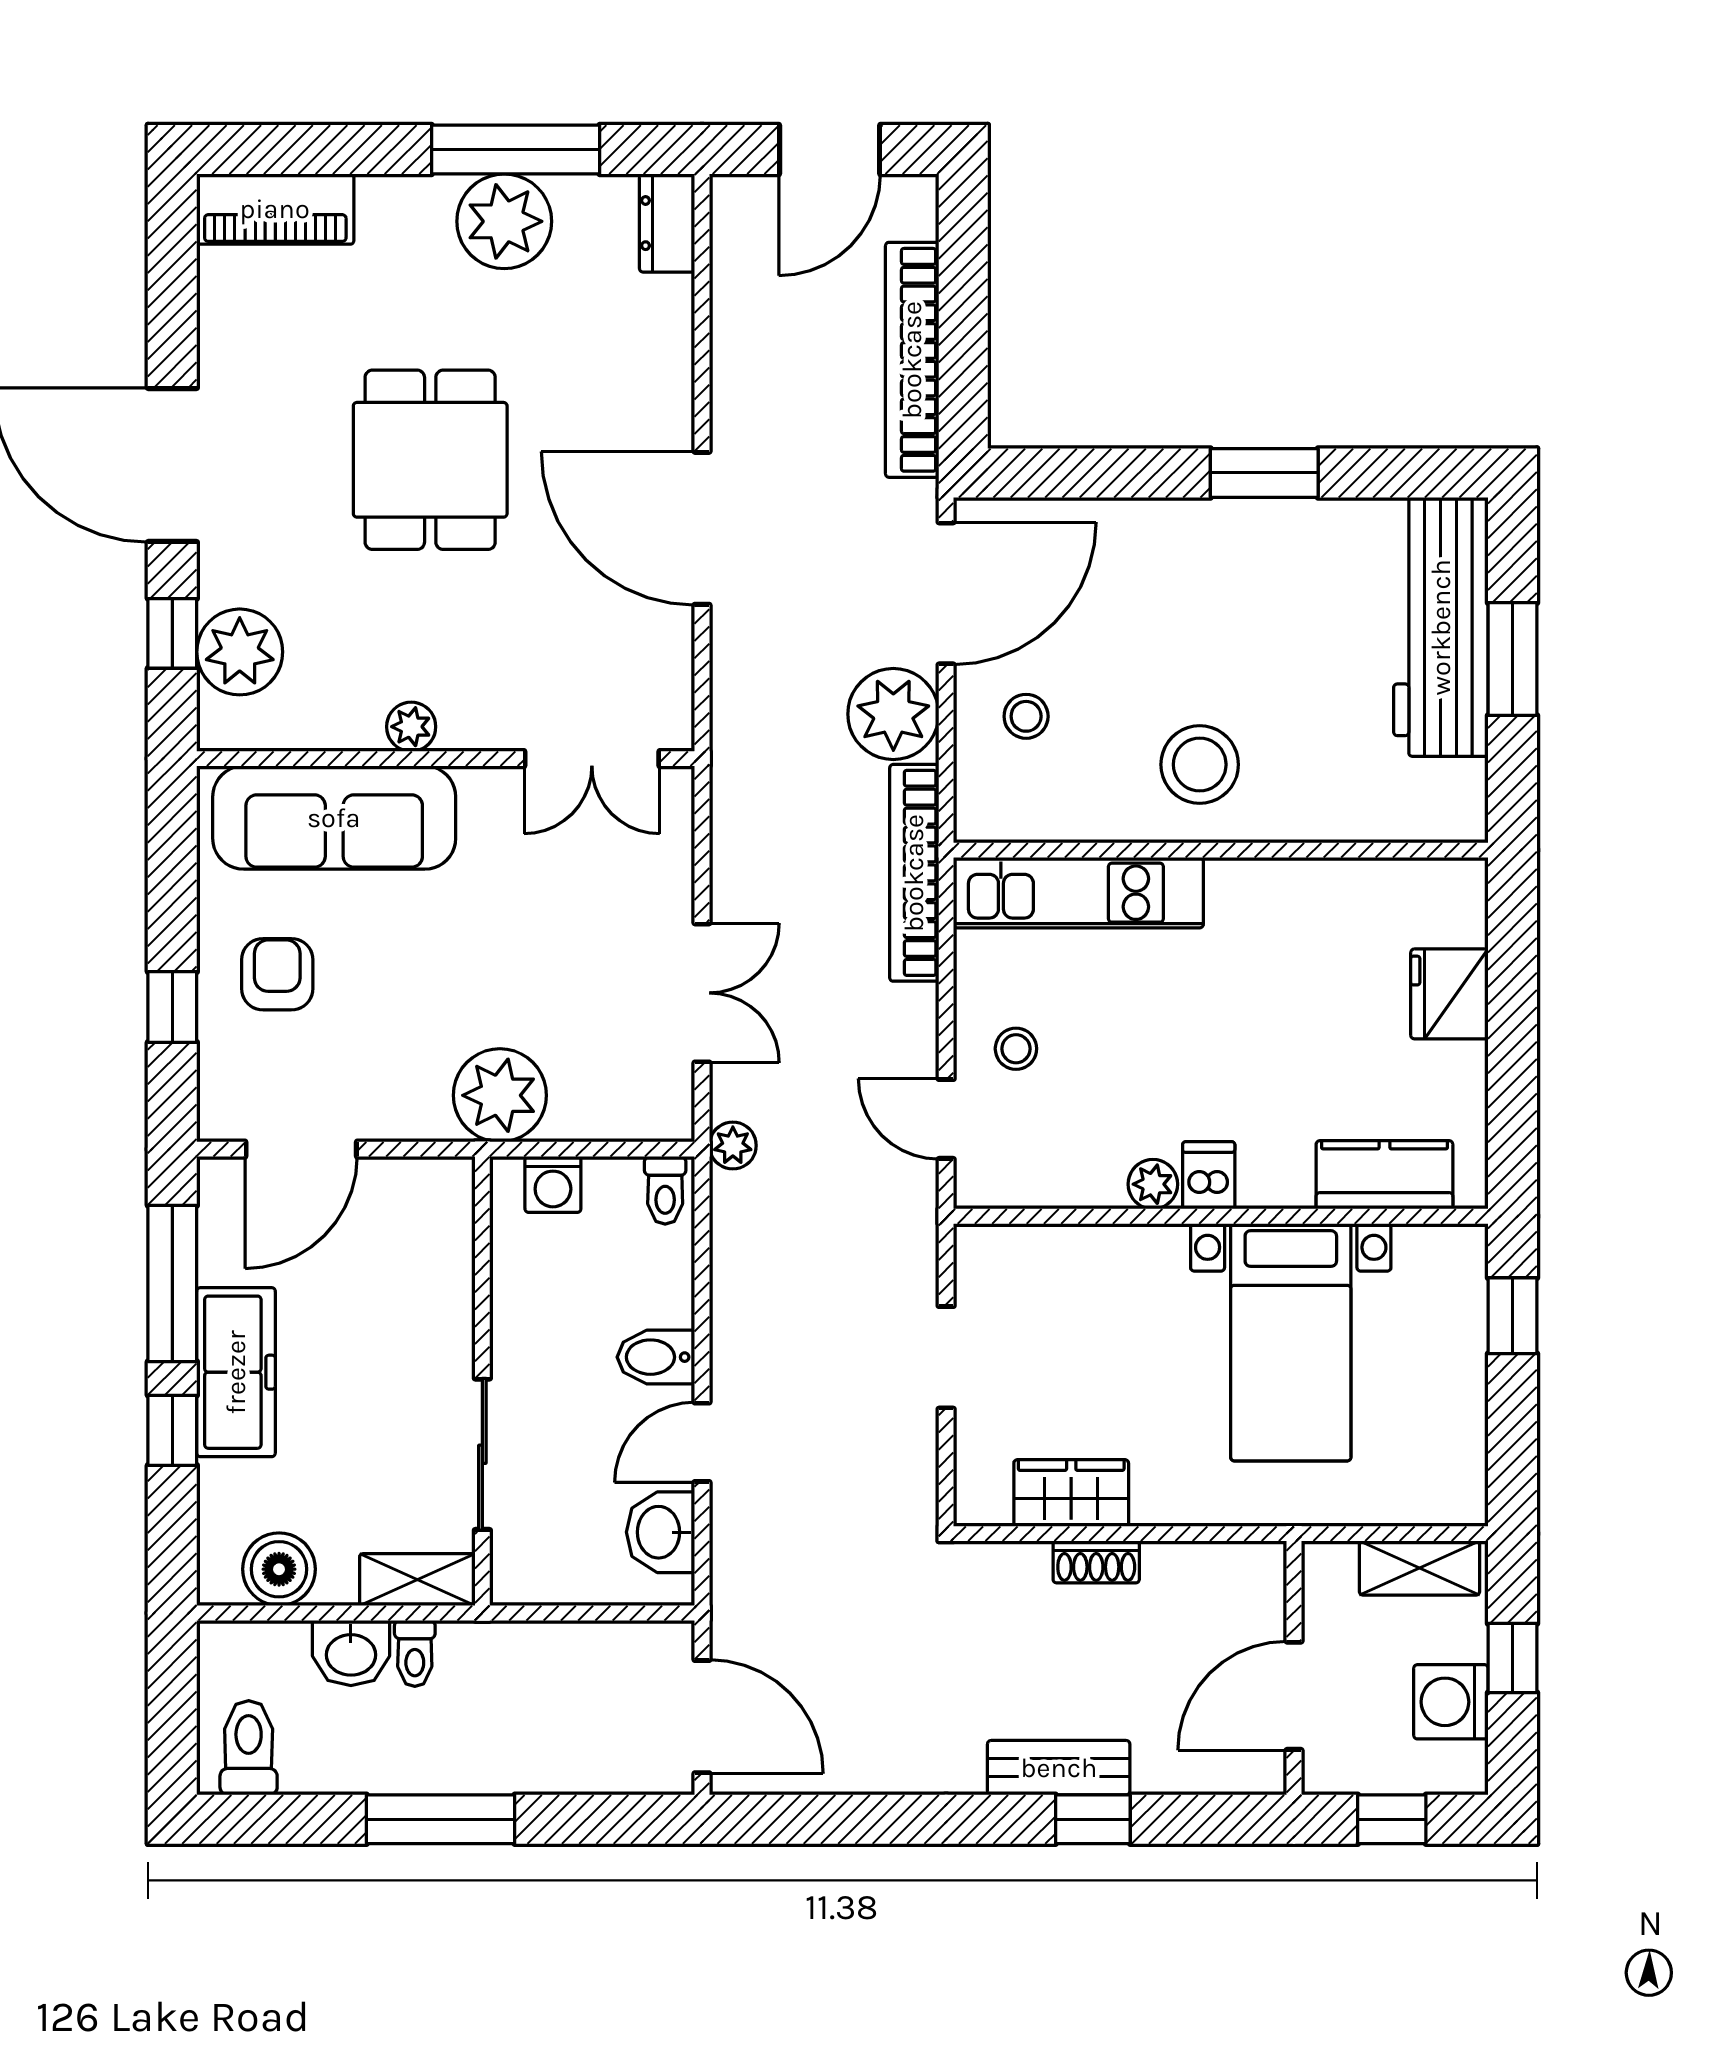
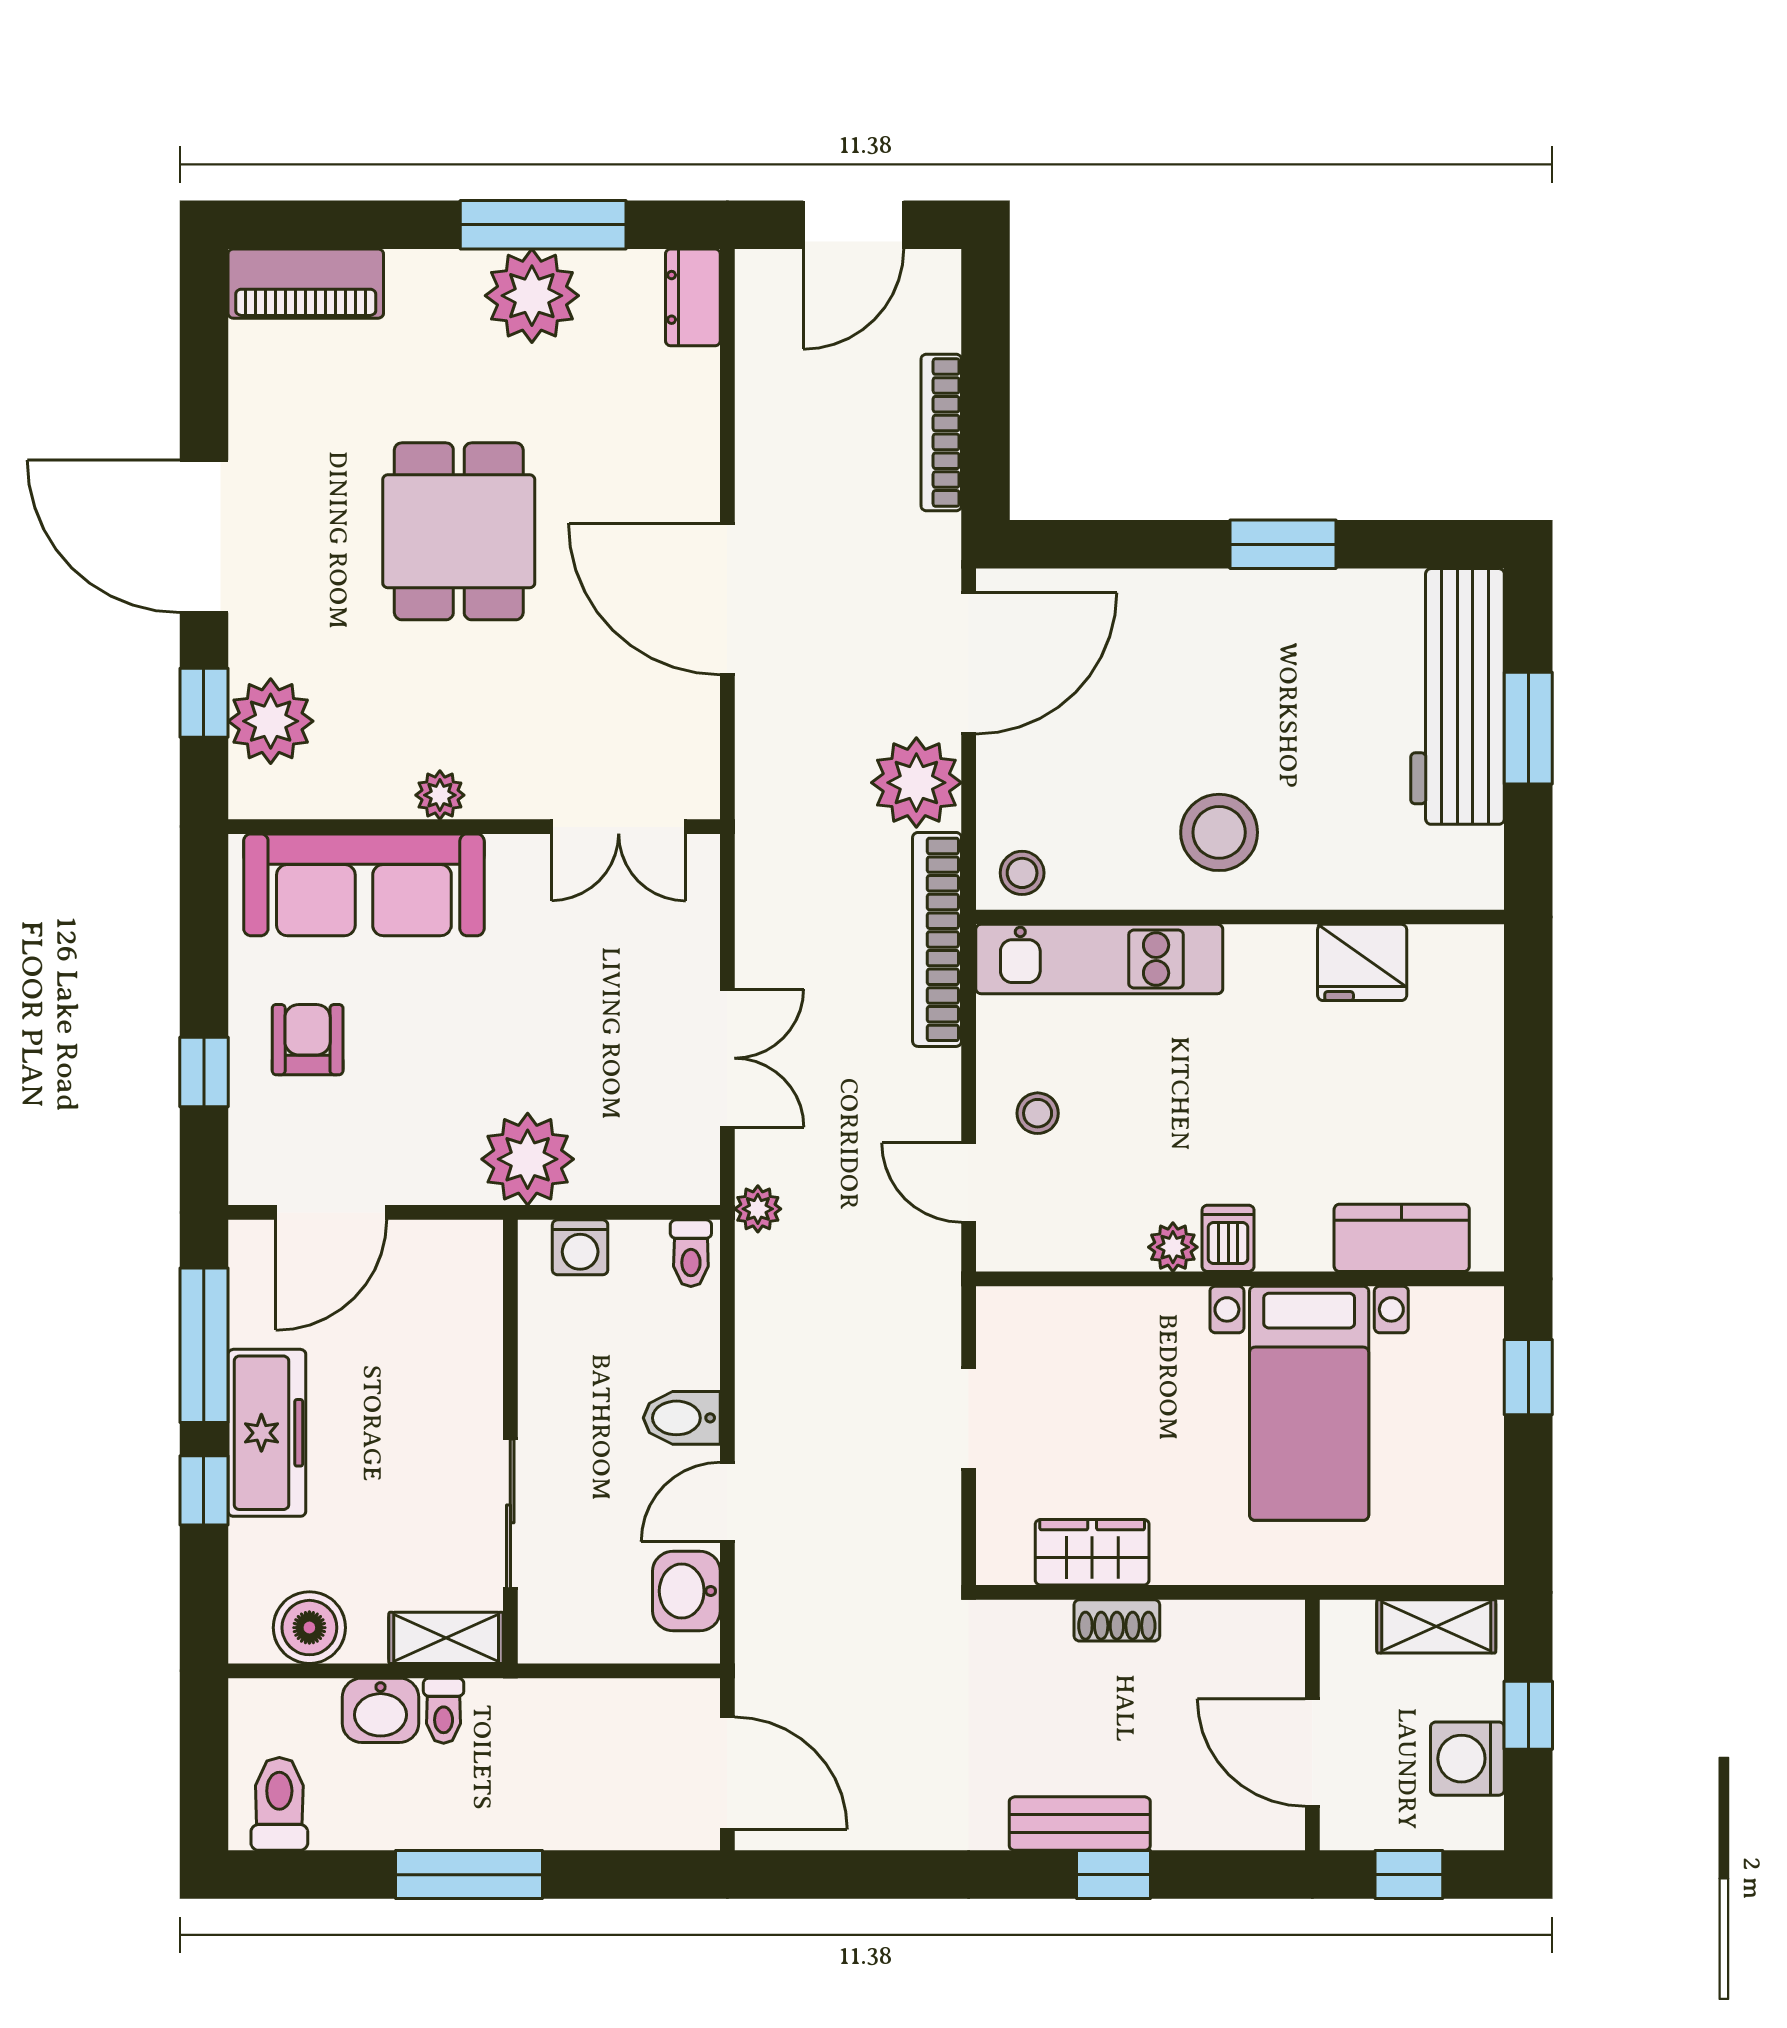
bookcase: (912, 360) -> (941, 432), width x0.68, depth x0.76
stool: (1026, 716) -> (1022, 873), moved
fridge: (1449, 994) -> (1362, 962), moved, turned -90
door: (1294, 1696) -> (1312, 1753), hinge flipped

